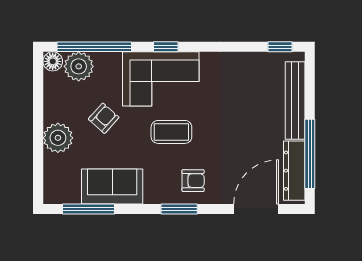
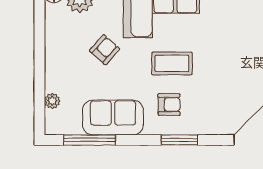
plant: (58, 138) -> (52, 101), moved, width x0.53, depth x0.53
armchair: (193, 181) -> (169, 104), moved

